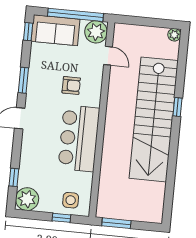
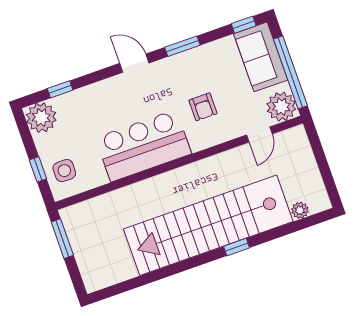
plant: (174, 35) -> (300, 210), moved

